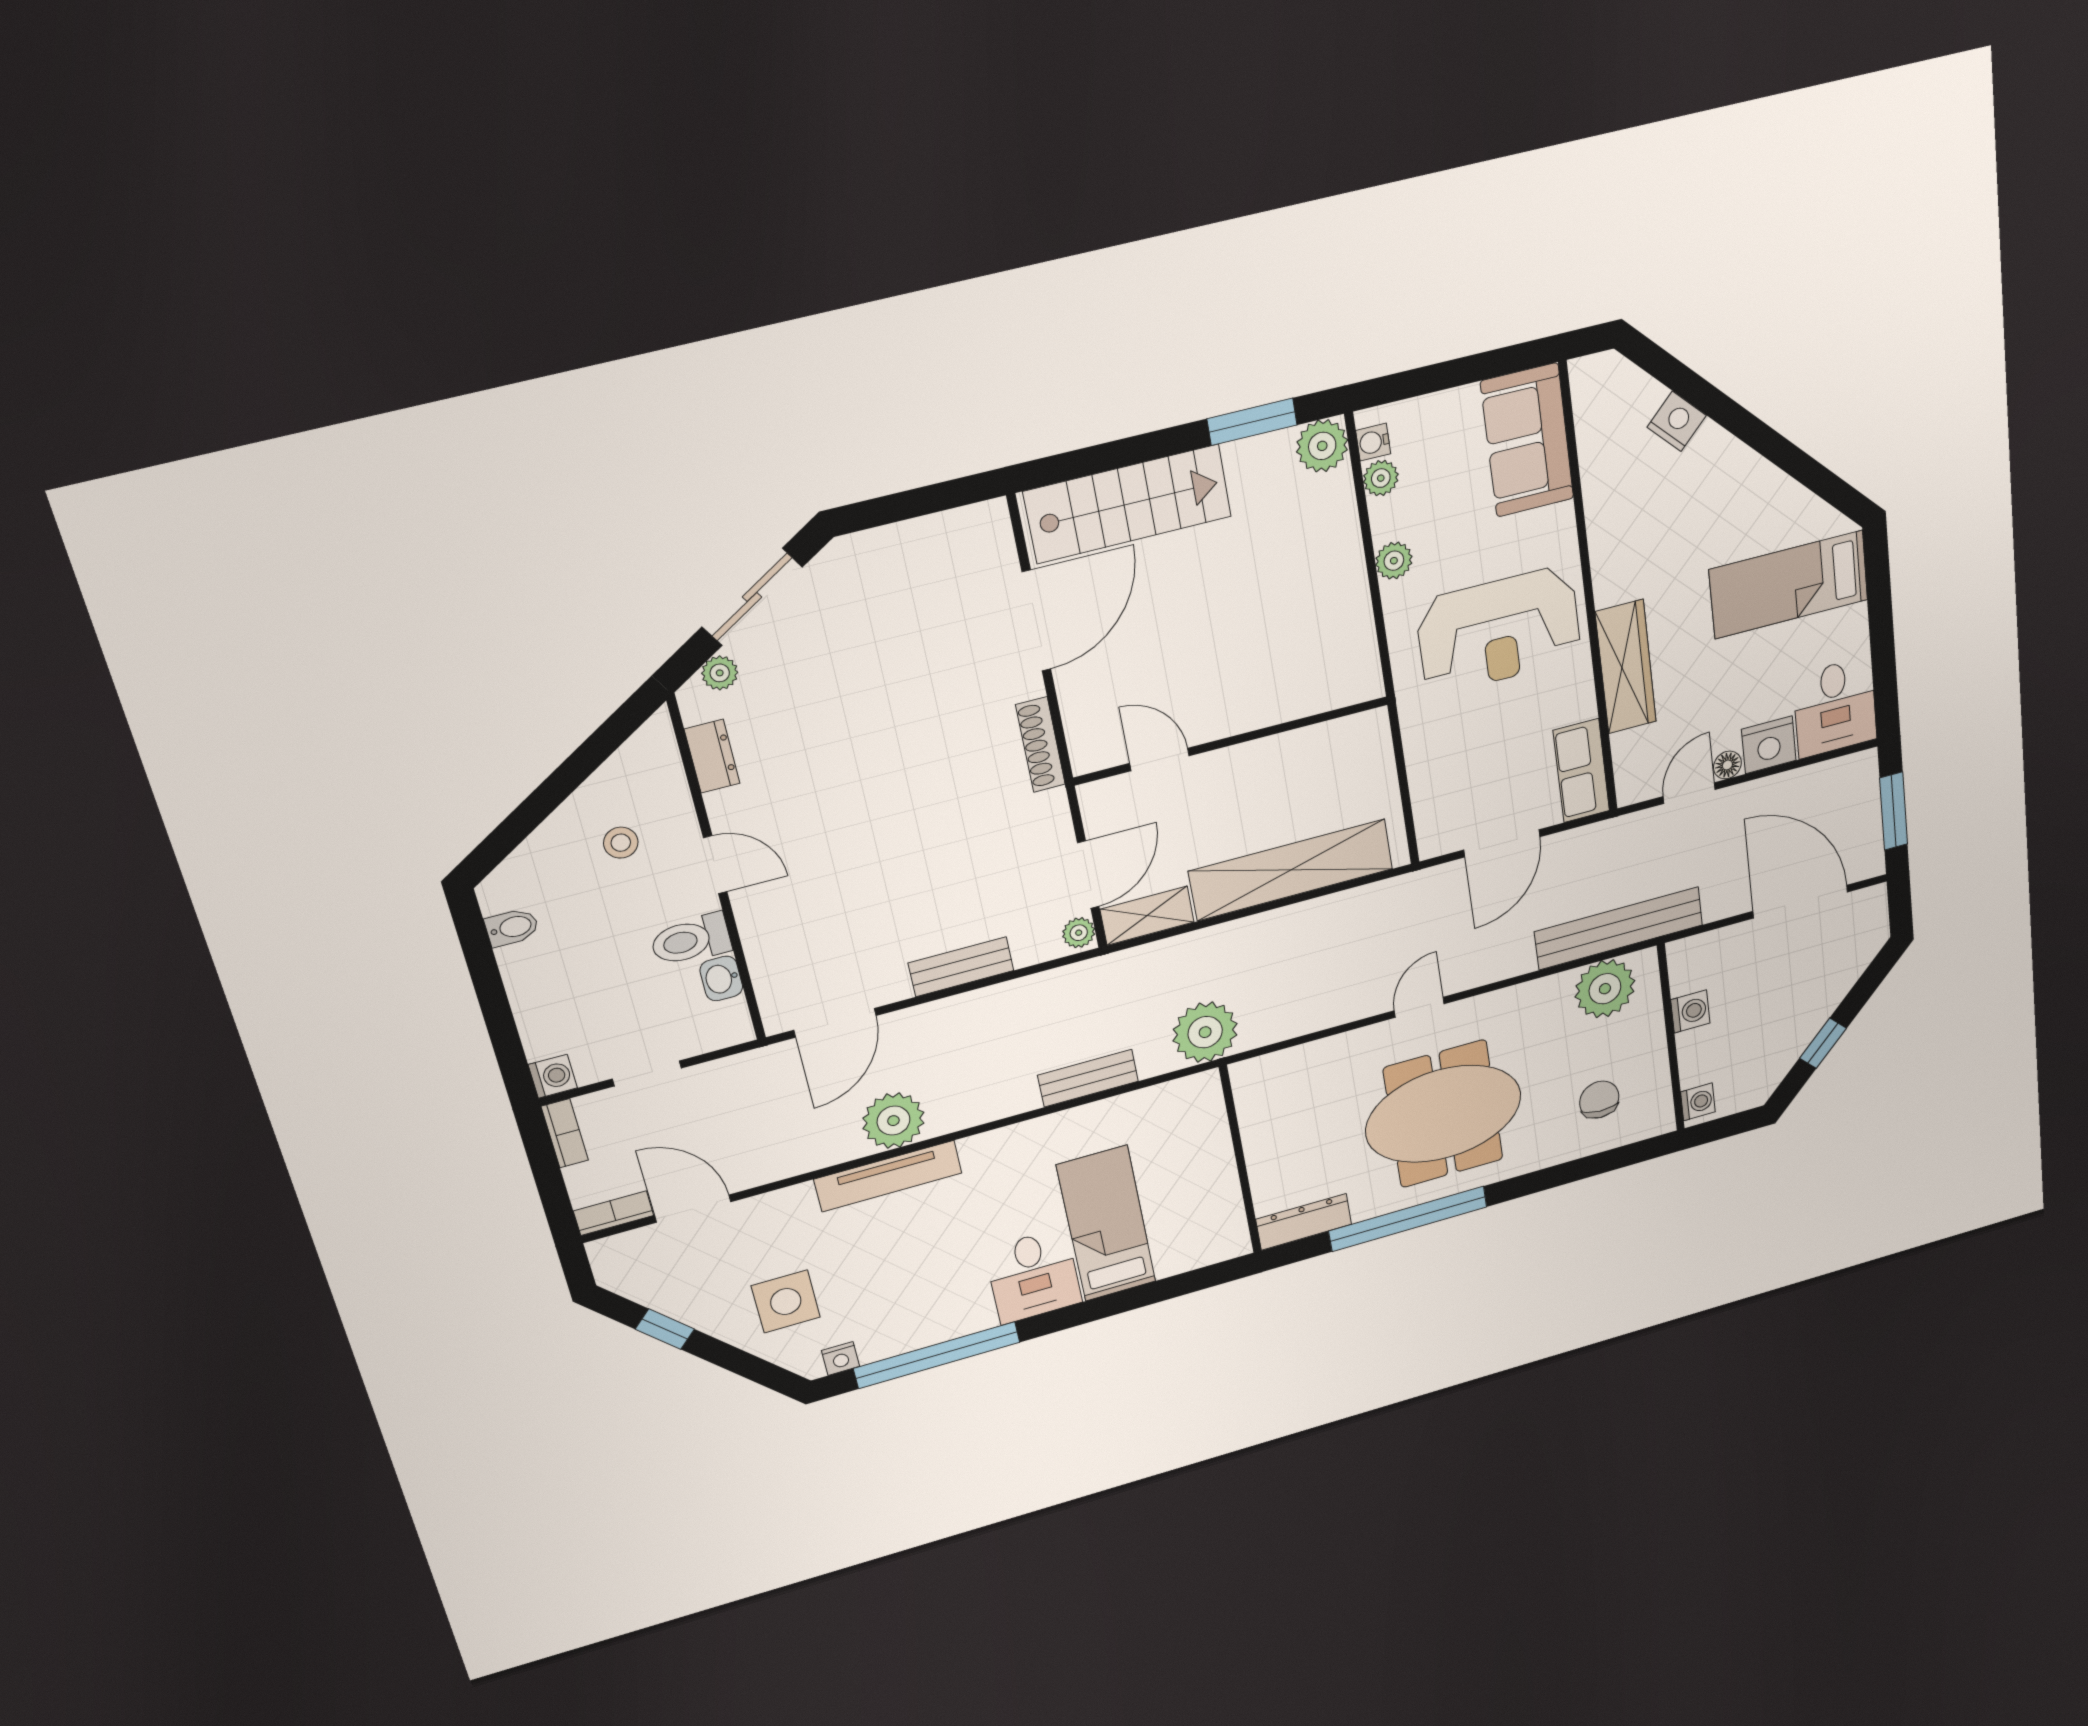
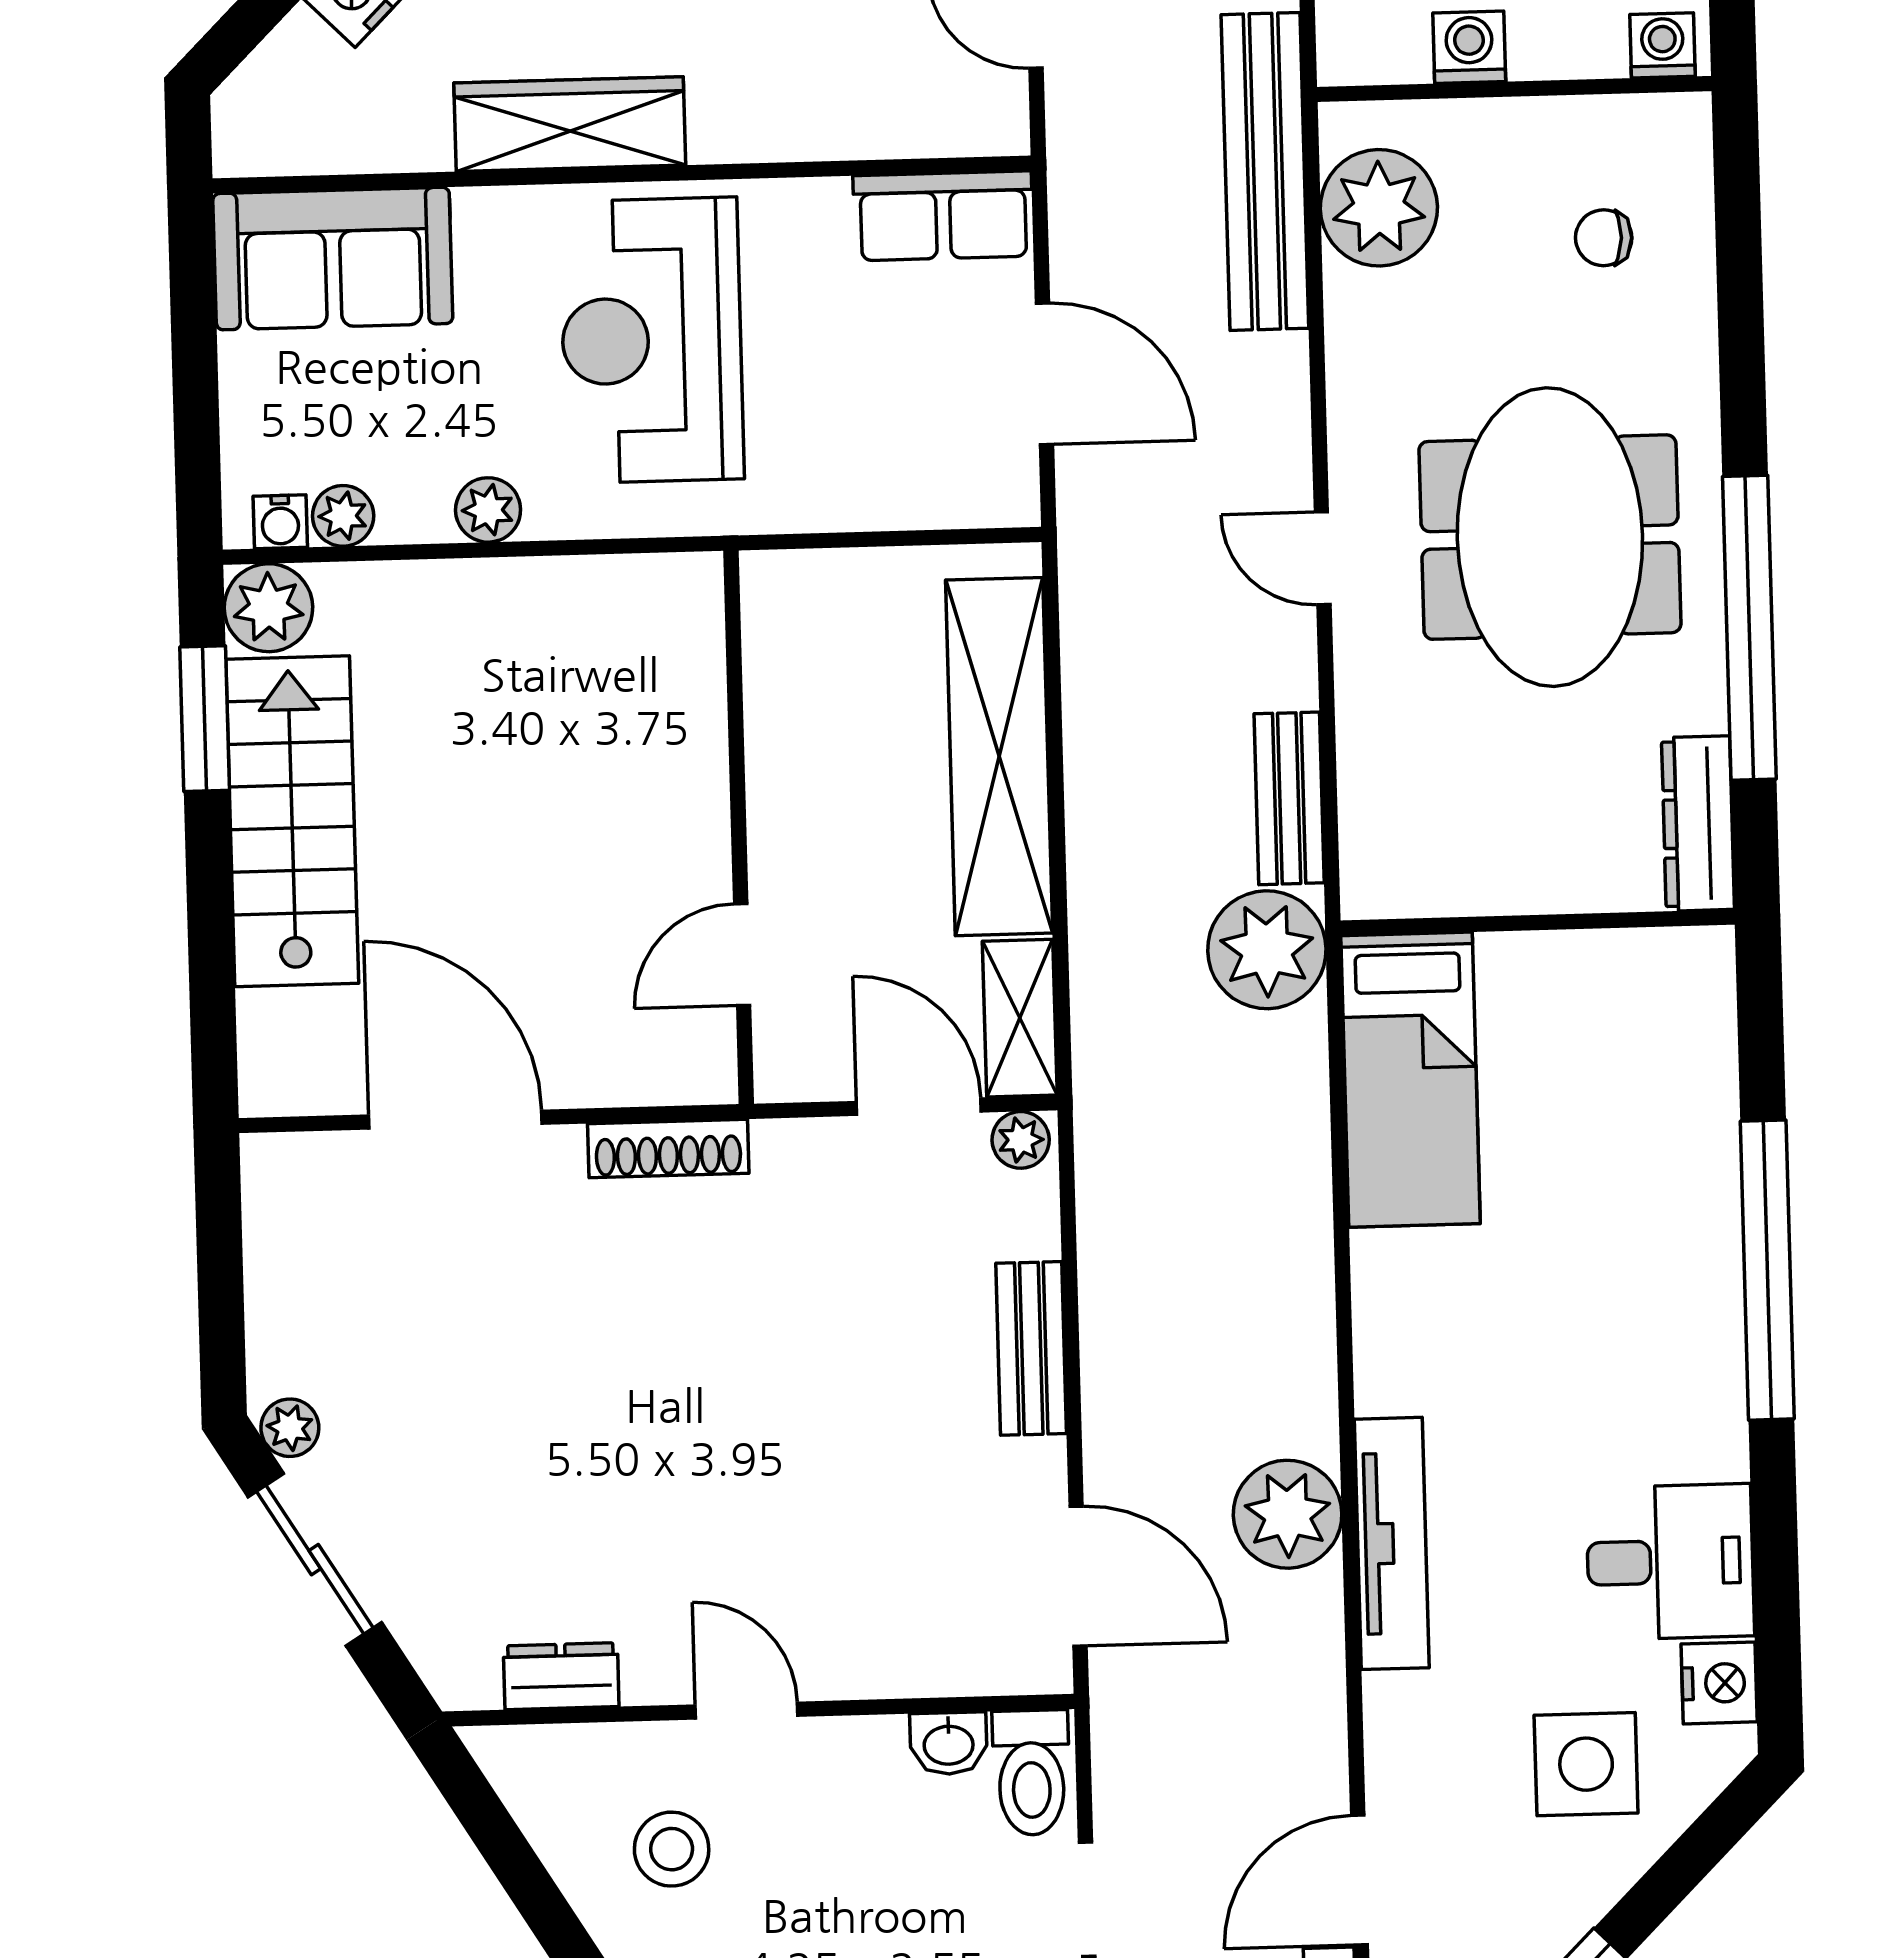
stairs: (1128, 504) -> (292, 821), moved
reception desk: (1499, 631) -> (652, 340), turned 180
wardrobe: (1626, 667) -> (570, 124), moved
plant: (720, 673) -> (290, 1428), moved
stool: (621, 843) -> (672, 1849), width x1.37, depth x1.37
door: (715, 865) -> (746, 1711), hinge flipped
toilet: (691, 940) -> (1031, 1773), moved
bench: (1088, 1078) -> (1289, 798), moved
chair: (1599, 1100) -> (1604, 238), width x0.73, depth x0.73
bed: (1106, 1224) -> (1410, 1080), moved, turned -90
desk: (1033, 1276) -> (1670, 1562), moved
window: (937, 1355) -> (1767, 1270), moved
nightstand: (841, 1358) -> (1719, 1683), width x1.39, depth x1.35

